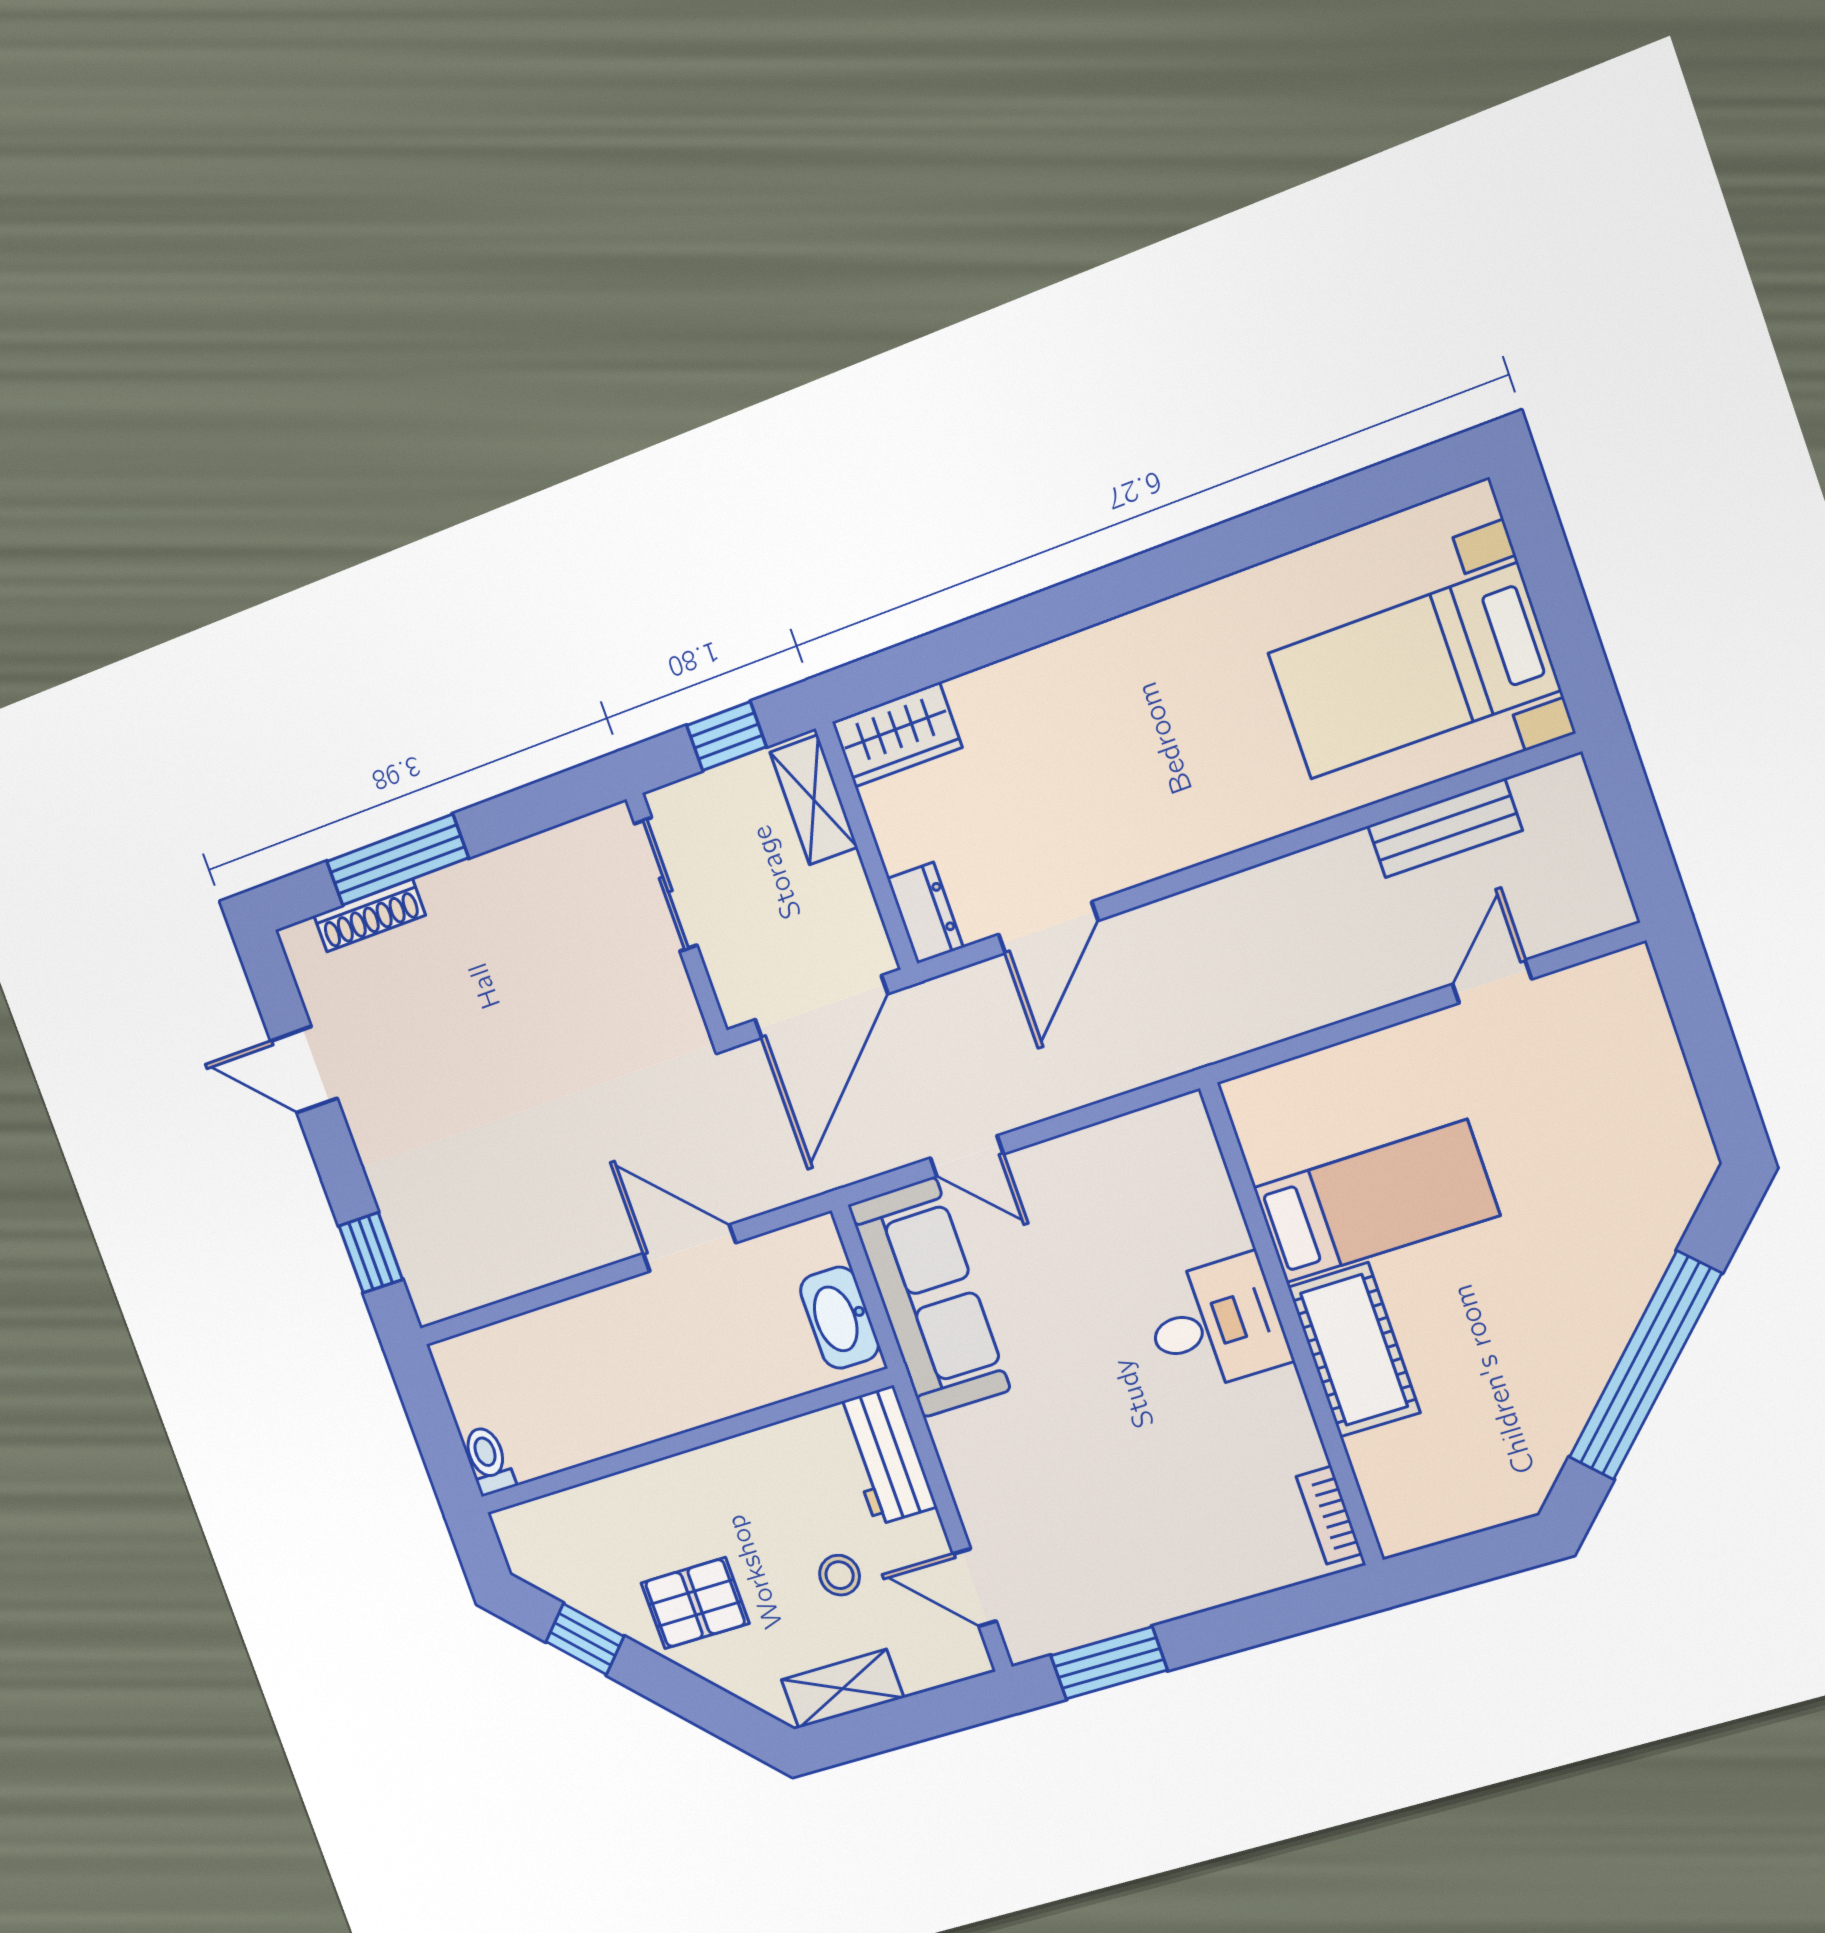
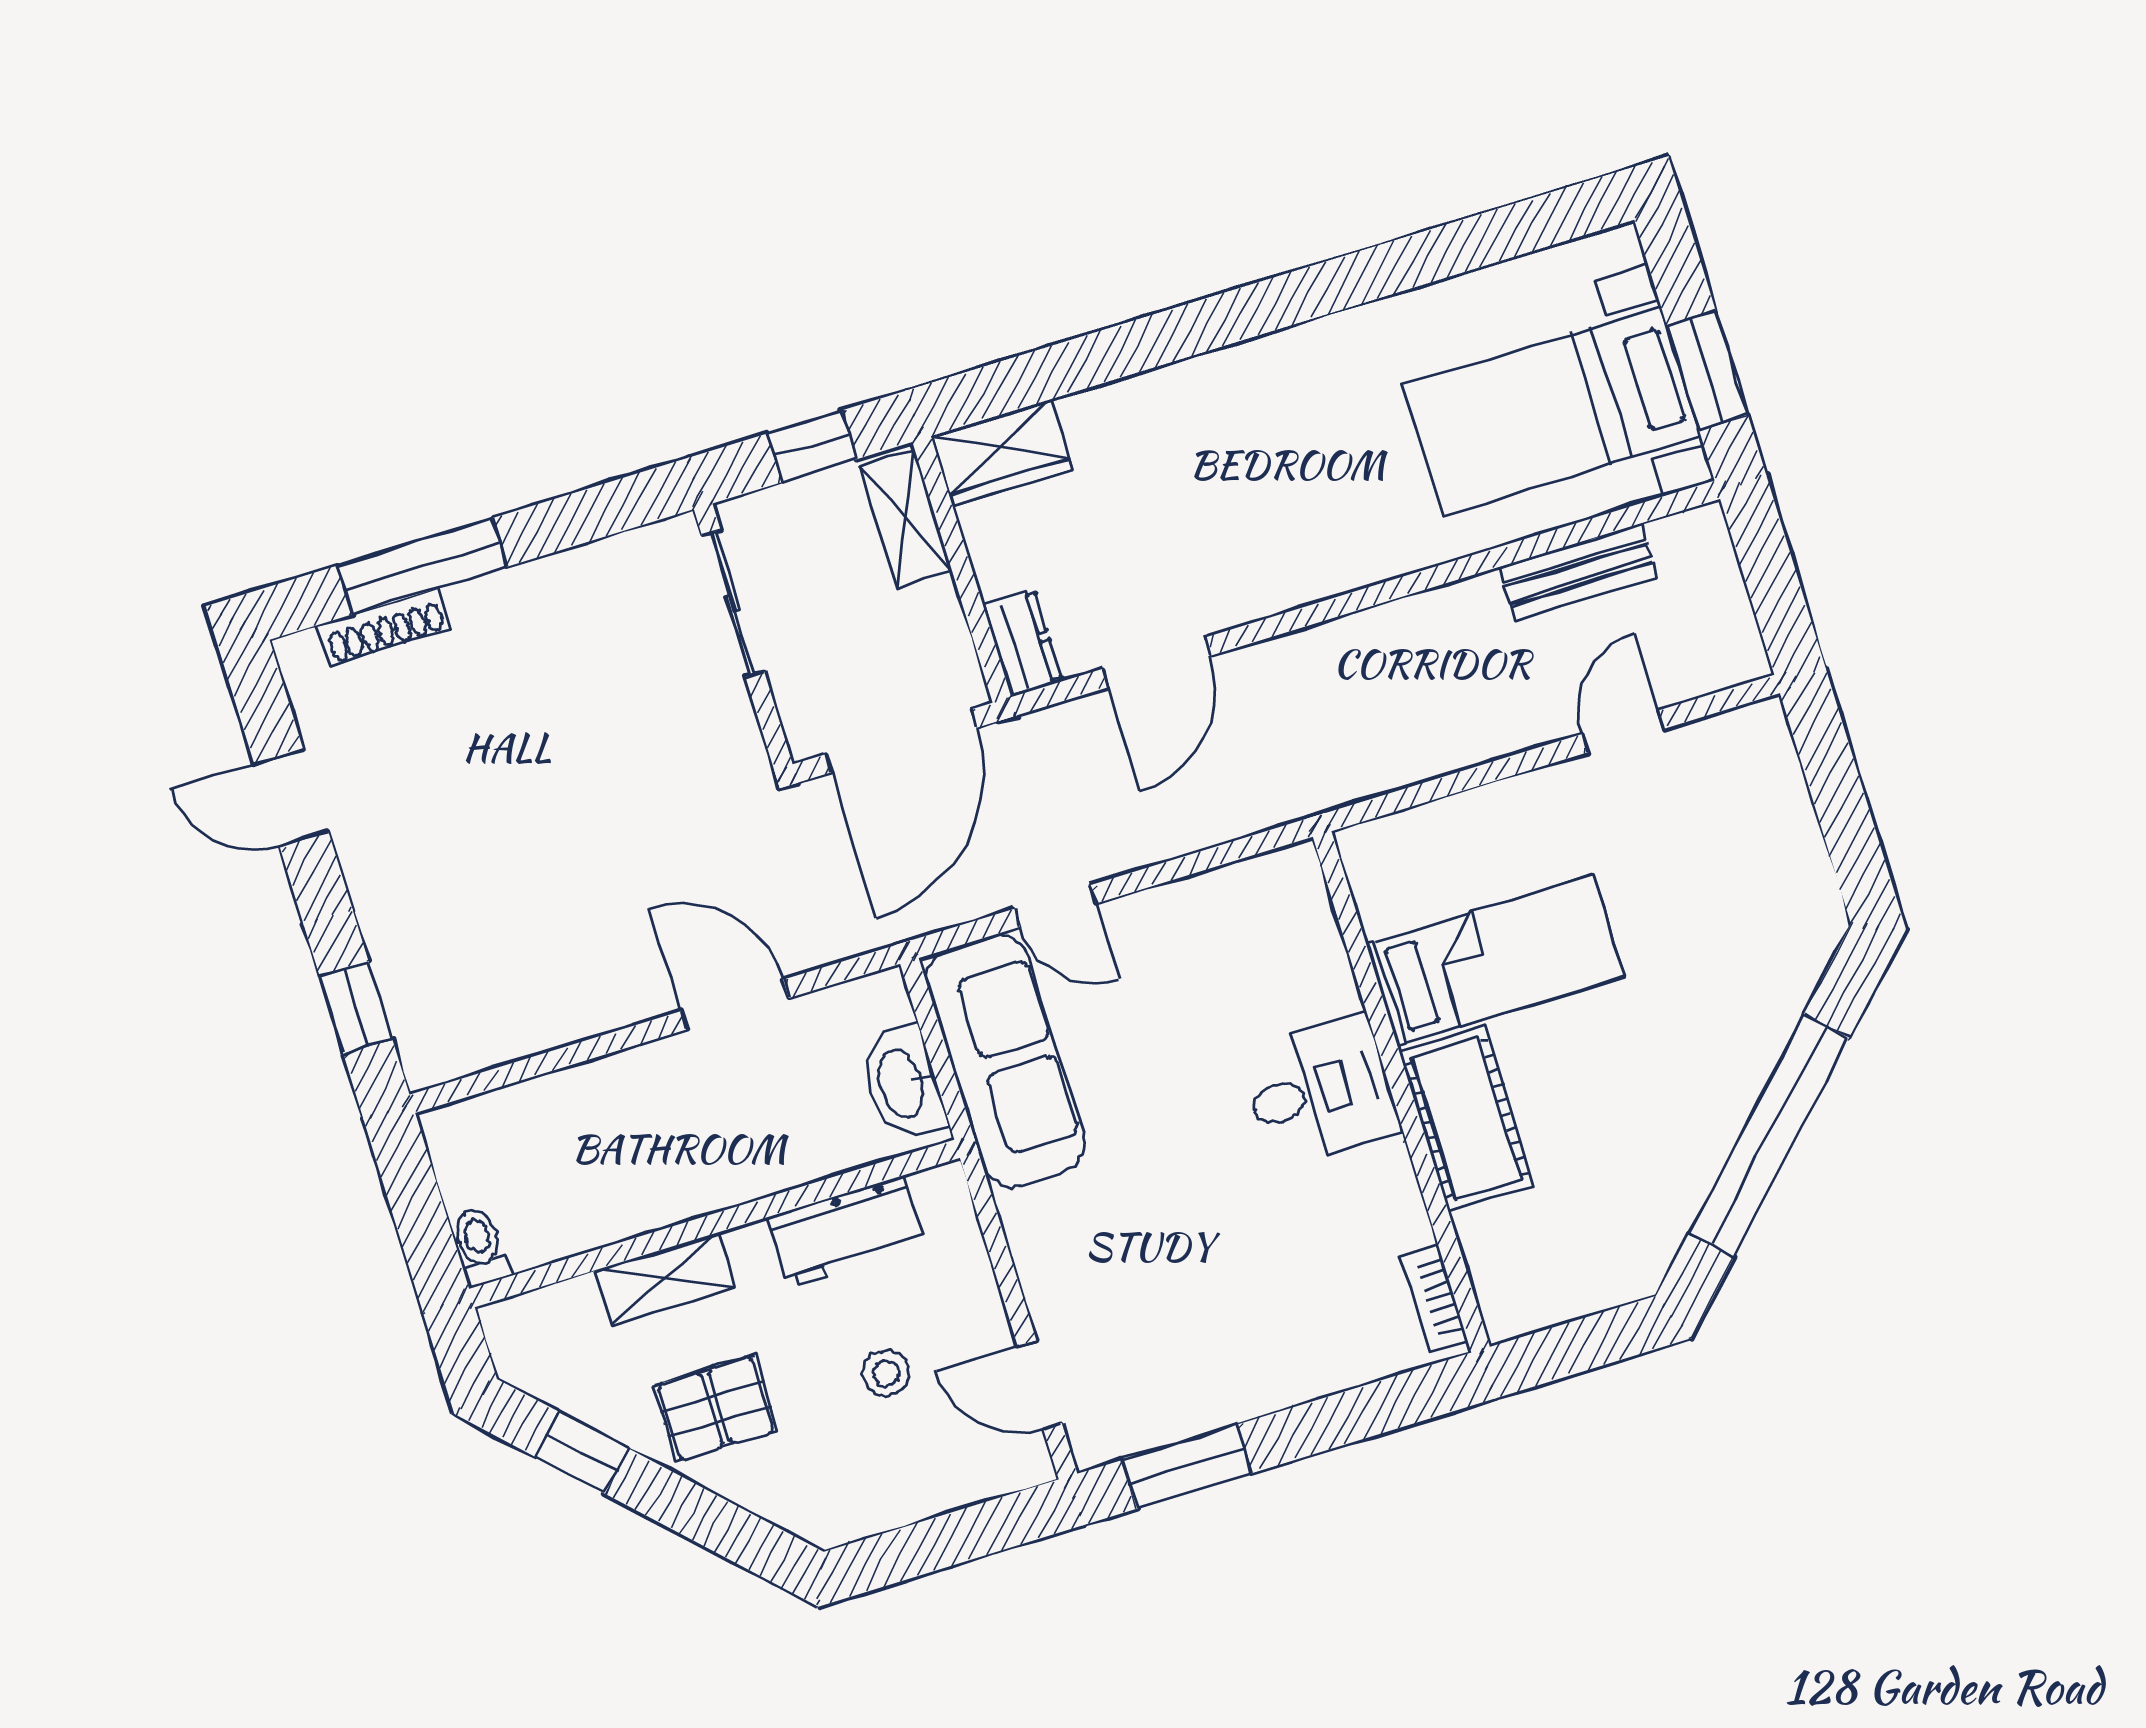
window: (1566, 624) -> (1707, 370), added
workbench: (885, 1455) -> (846, 1232), moved, turned -90
shelving: (842, 1689) -> (665, 1279), moved

